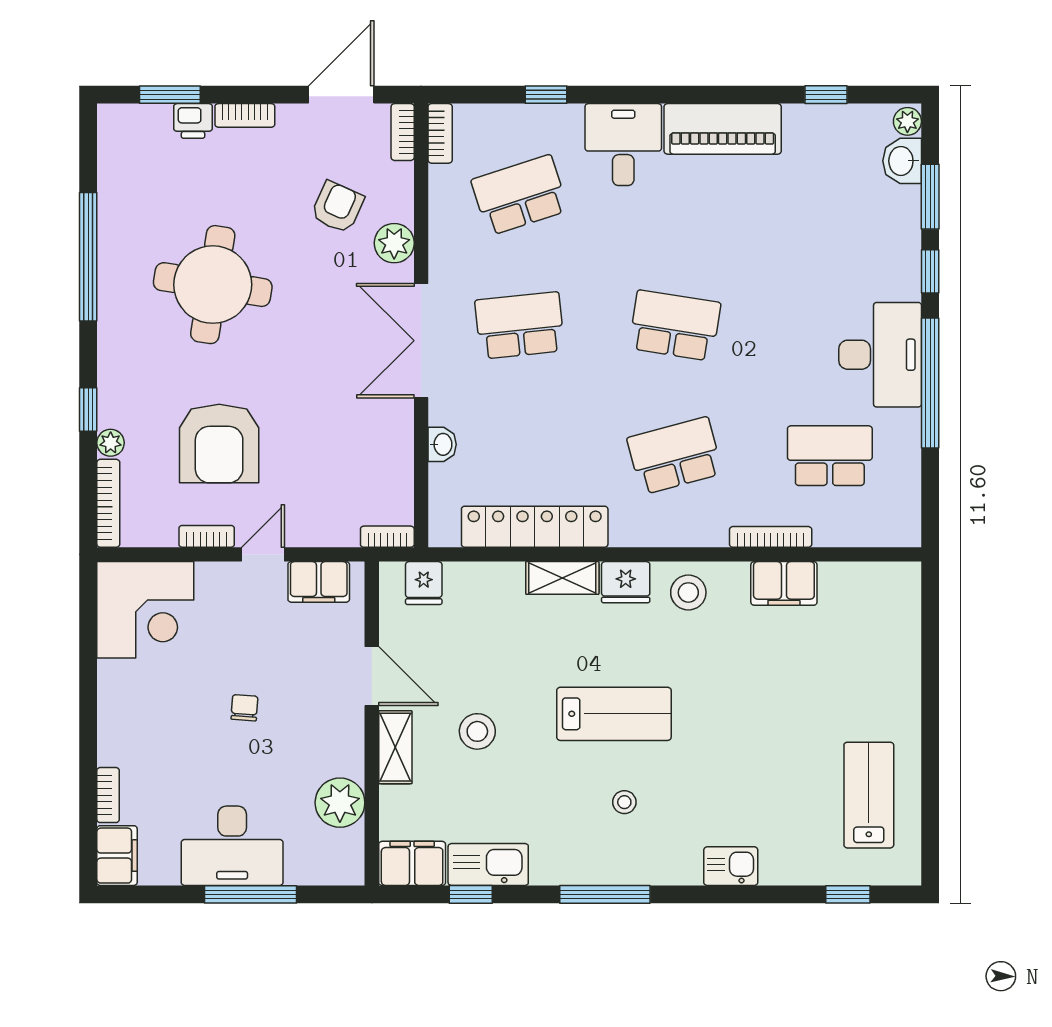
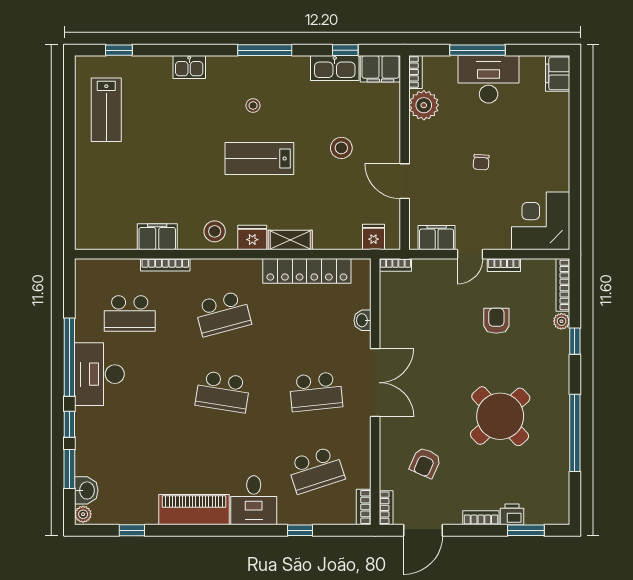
plant: (394, 243) -> (391, 441), removed
round table: (213, 285) -> (500, 416), turned 38
armchair: (219, 444) -> (496, 321), width x0.53, depth x0.53
shelving: (395, 747) -> (391, 138), removed
bookcase: (108, 795) -> (416, 72), moved, turned 180

